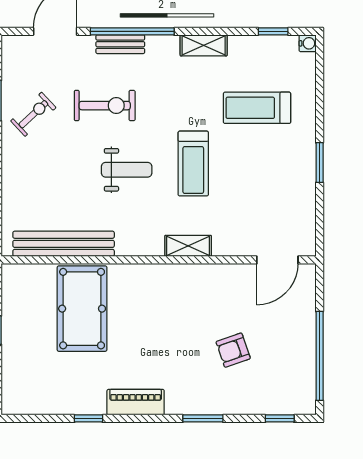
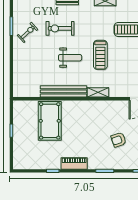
exercise bike: (105, 106) -> (60, 28), turned 180
bench: (64, 244) -> (64, 91), moved

